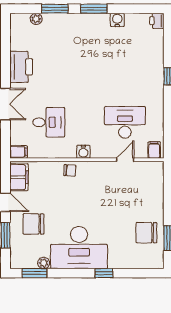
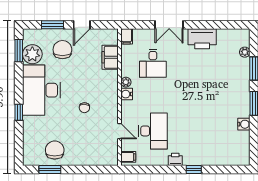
printer: (157, 21) -> (175, 159), moved
plant: (70, 153) -> (126, 82), added
chair: (70, 170) -> (84, 108), moved
filing cabinet: (19, 177) -> (110, 57), moved, turned 90
plant: (44, 263) -> (32, 54), width x1.88, depth x1.88

